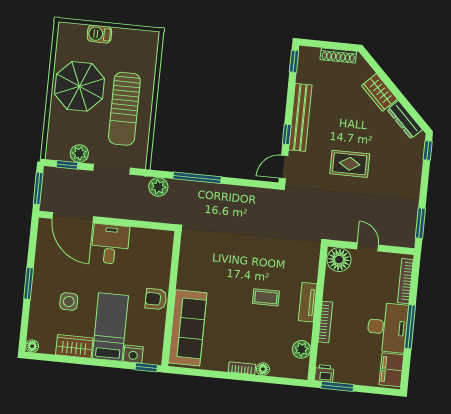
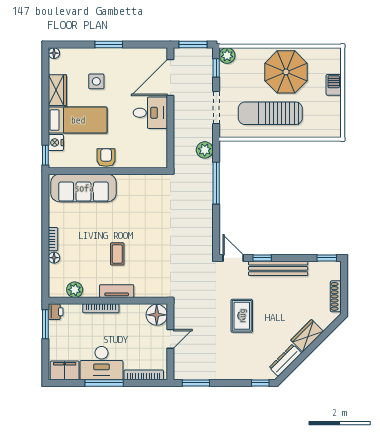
plant: (79, 154) -> (227, 55), moved

